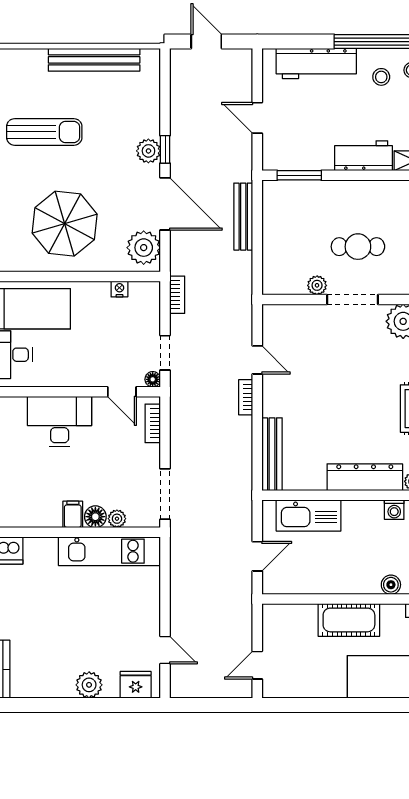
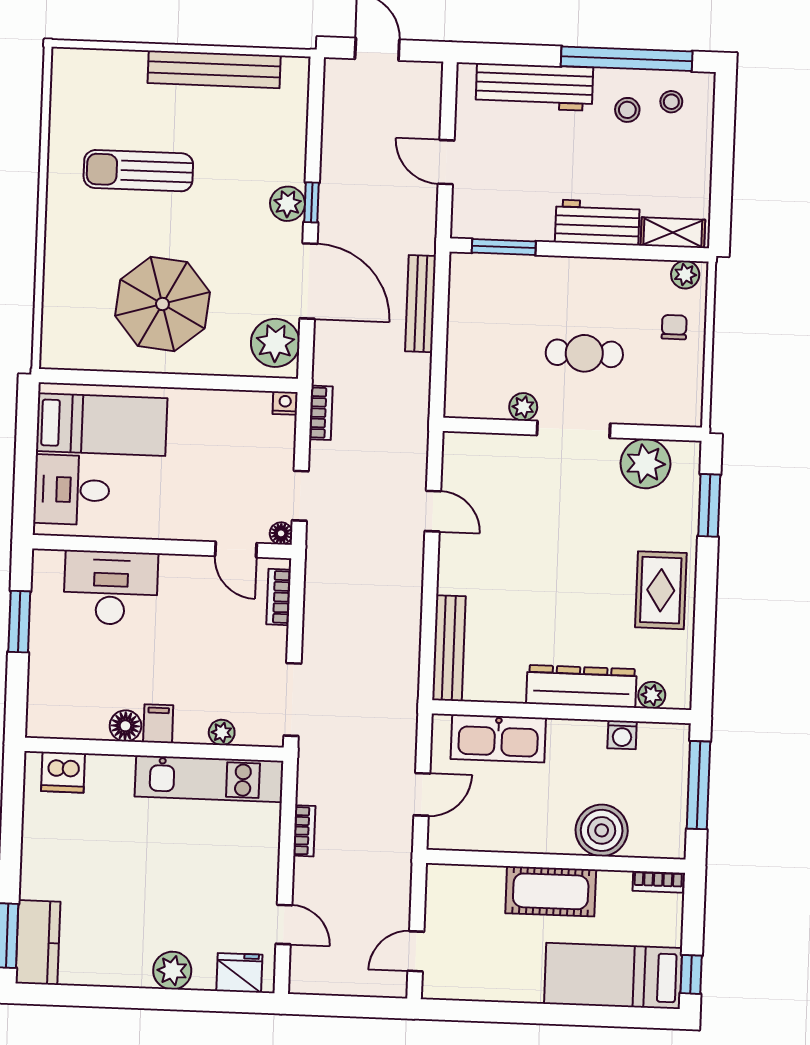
sun lounger: (44, 132) -> (138, 171), turned 180
nightstand: (119, 289) -> (285, 403), moved
bookcase: (246, 397) -> (304, 831), moved, turned 180
desk: (60, 422) -> (111, 588), moved
floor lamp: (95, 517) -> (125, 726), moved
boiler: (391, 585) -> (602, 830), width x1.86, depth x1.86

